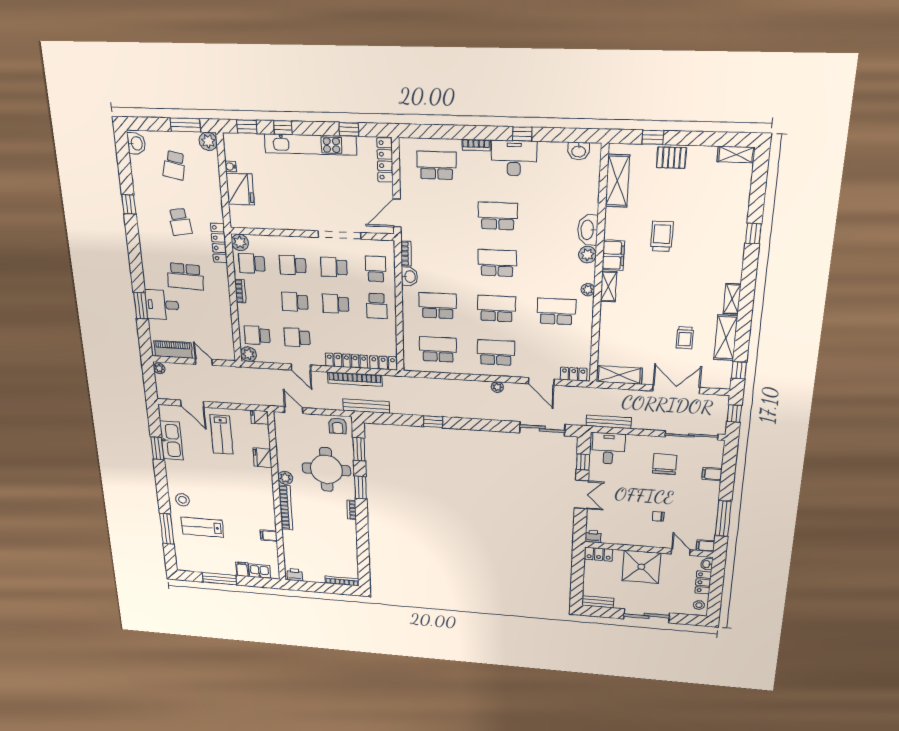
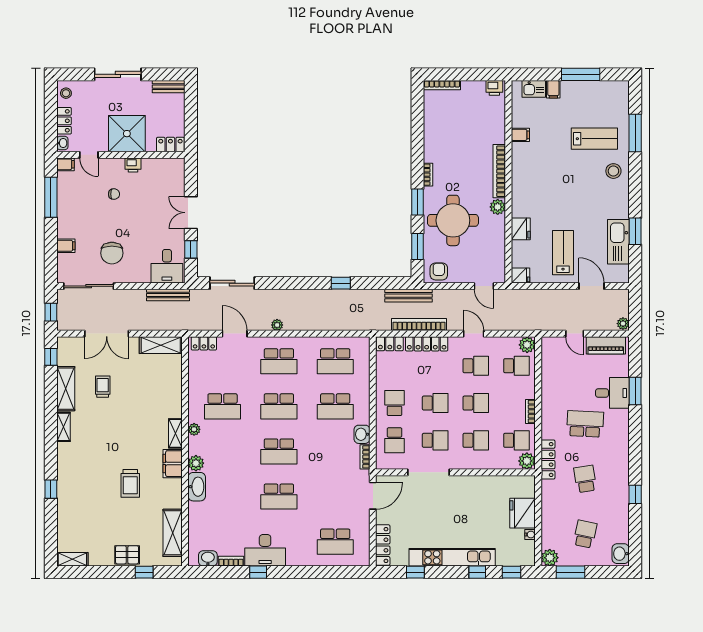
bookcase: (476, 145) -> (231, 561), moved
printer: (593, 536) -> (133, 165), moved

